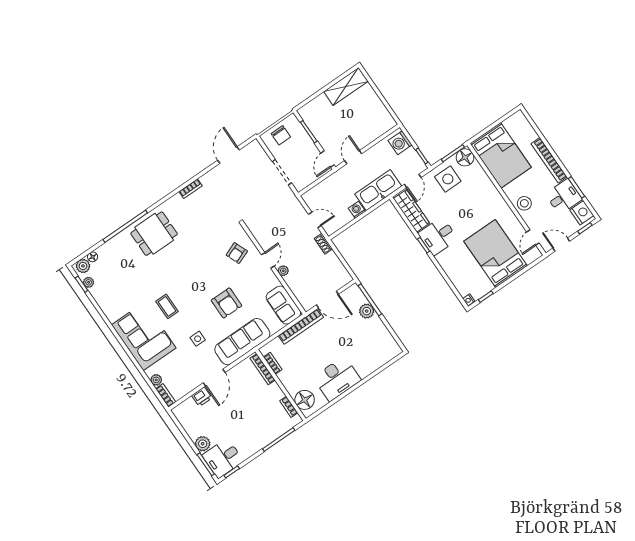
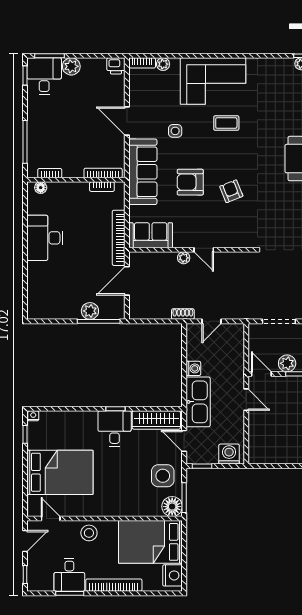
plant: (308, 146) -> (287, 363), added
nightstand: (582, 213) -> (173, 575), moved, turned -90
armchair: (237, 253) -> (231, 191), moved
printer: (202, 397) -> (116, 66), moved, turned -90
floor lamp: (305, 400) -> (41, 188), width x0.53, depth x0.53

